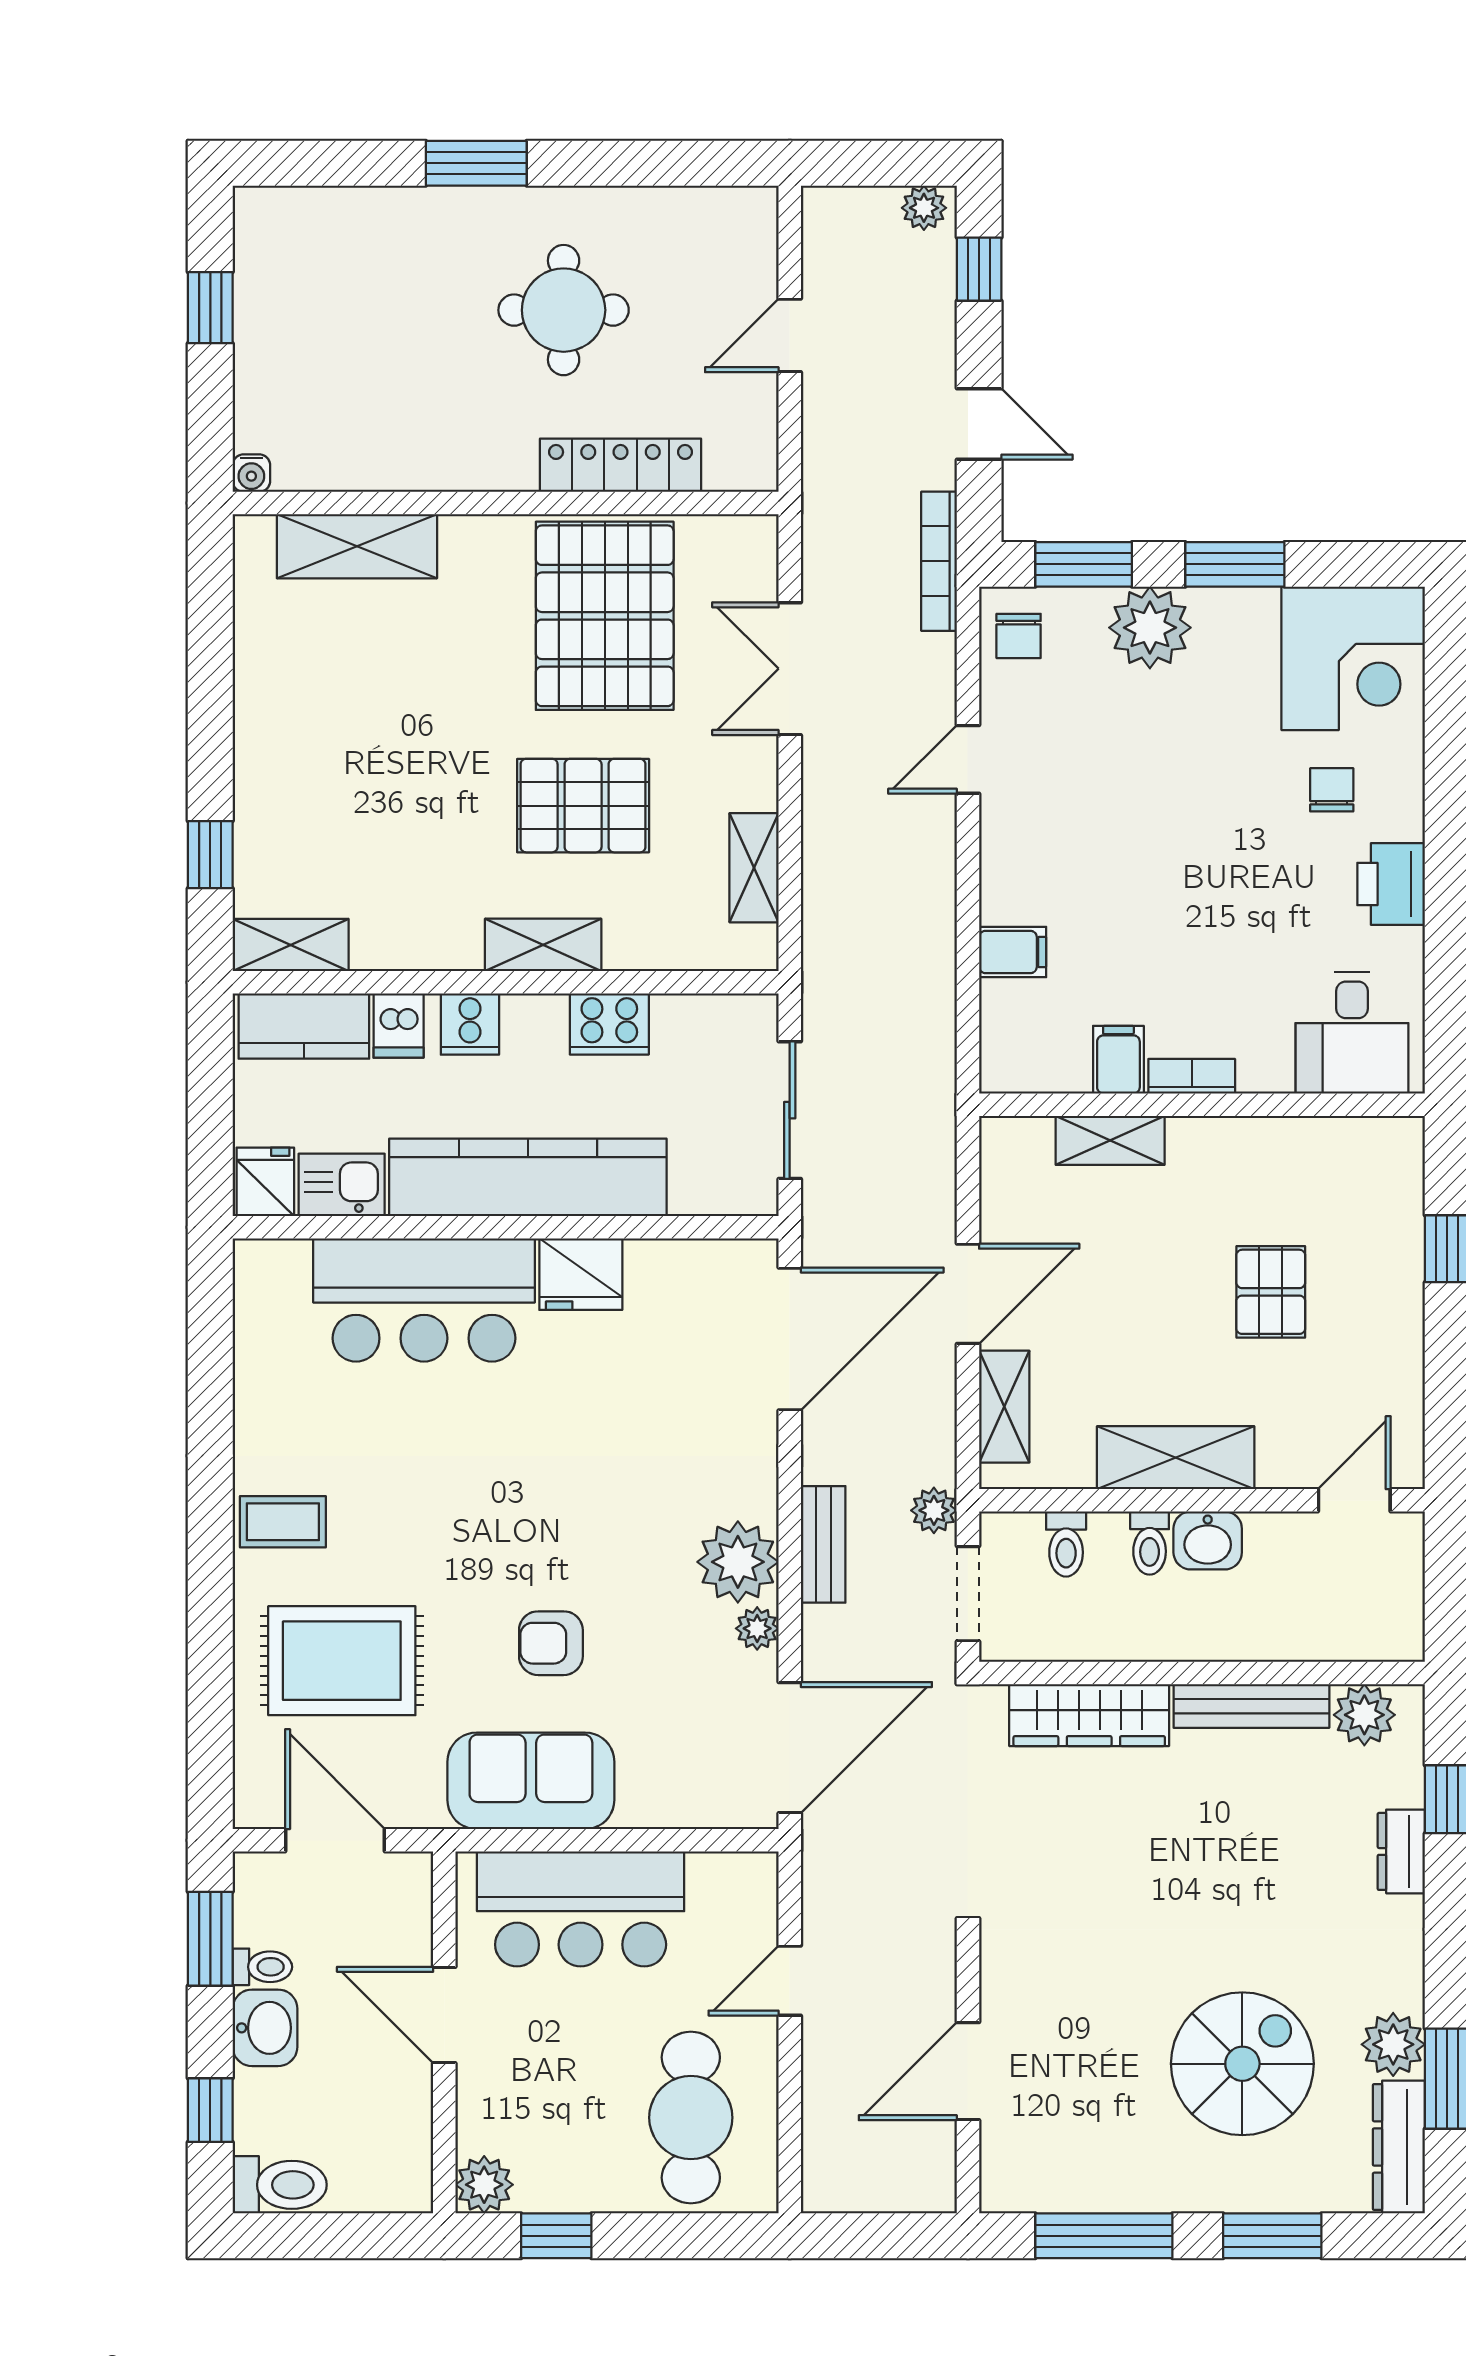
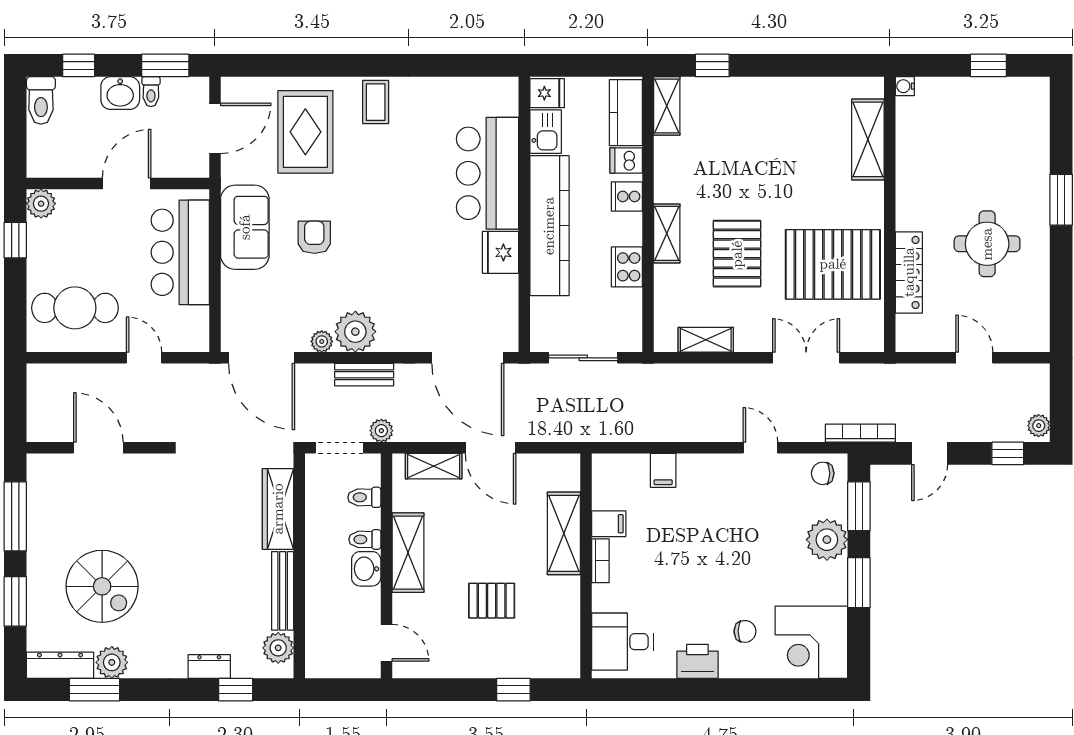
shelving: (1110, 1140) -> (564, 533), width x1.50, depth x1.33

